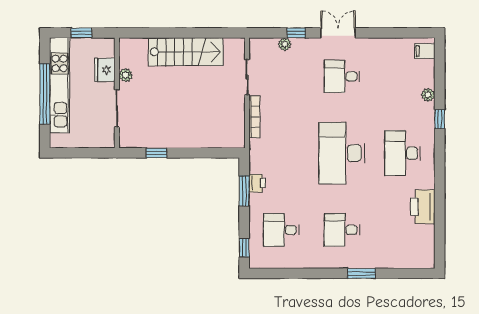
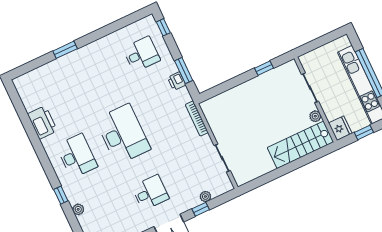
stairs: (186, 52) -> (300, 145), moved
fridge: (105, 70) -> (340, 128), moved
bookcase: (254, 117) -> (197, 119), moved
desk: (342, 230) -> (95, 76), removed

